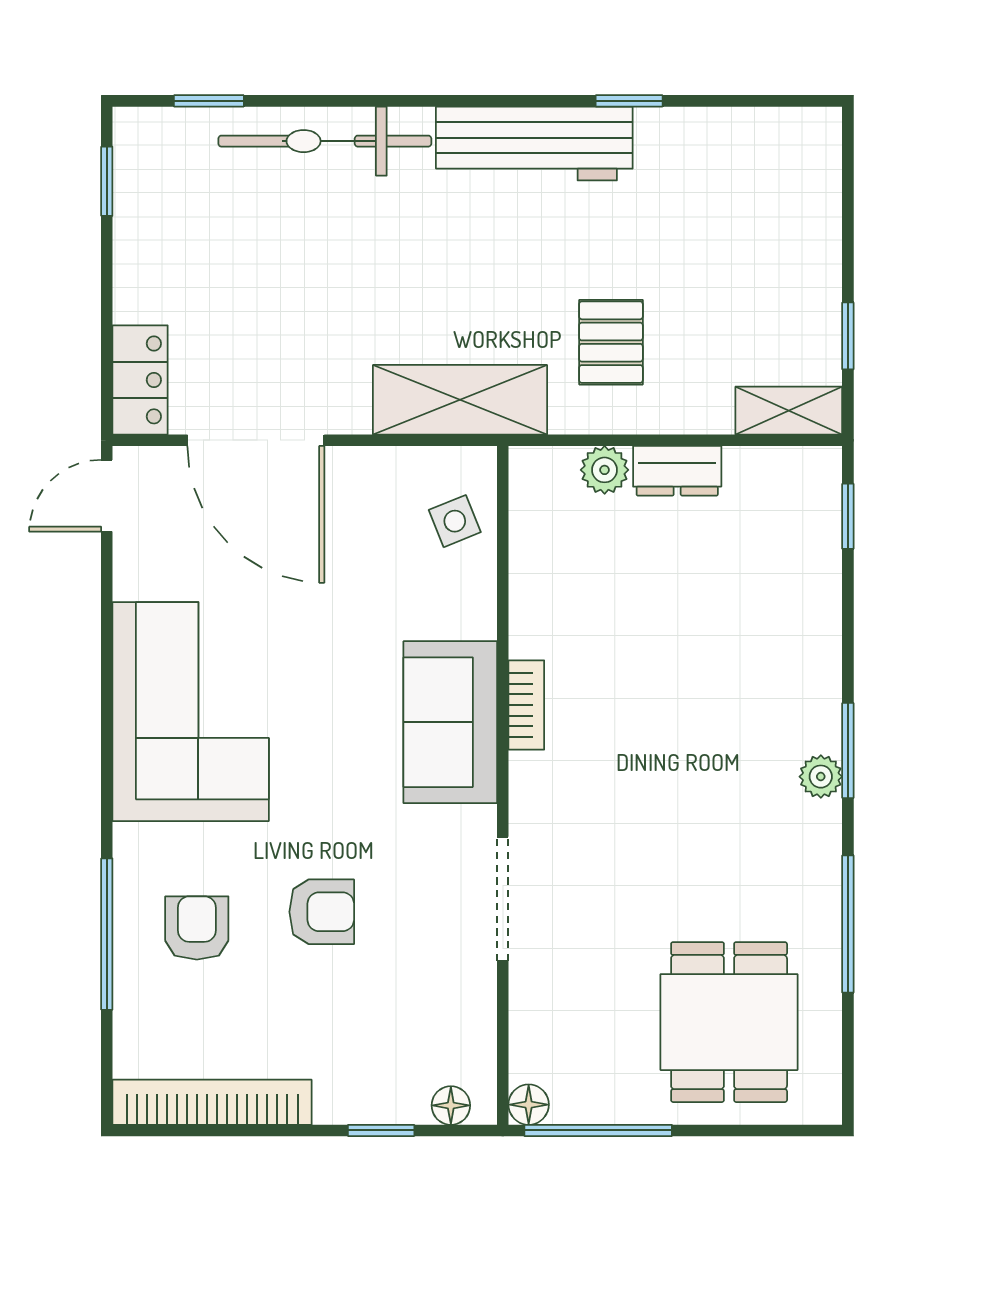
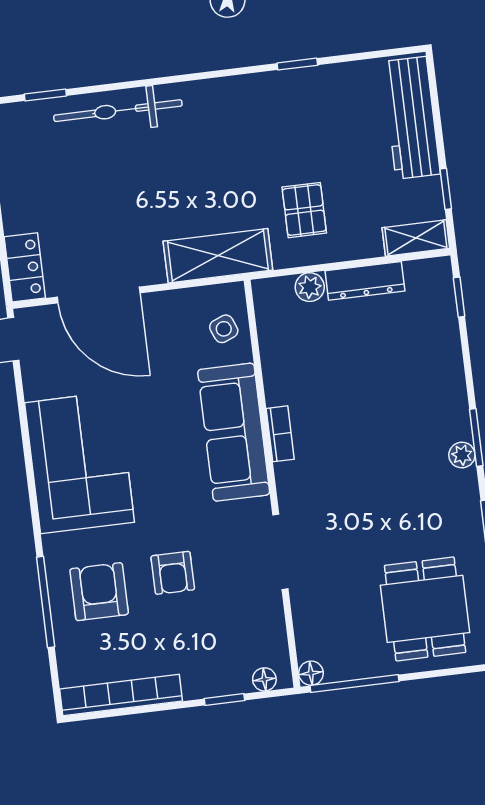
workbench: (534, 144) -> (411, 118), moved, turned 90
dresser: (677, 471) -> (365, 281), width x1.44
sofa: (450, 722) -> (234, 432), width x1.36
armchair: (322, 912) -> (173, 573), turned 90
armchair: (197, 928) -> (99, 592), width x1.38, depth x1.38

